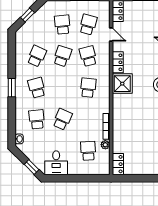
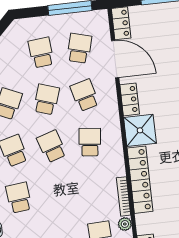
door: (111, 34) -> (115, 59), width x1.88
locker: (119, 116) -> (140, 180), added
school desk: (62, 119) -> (52, 146), moved, turned -42

